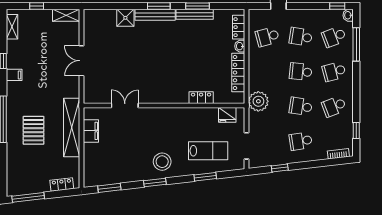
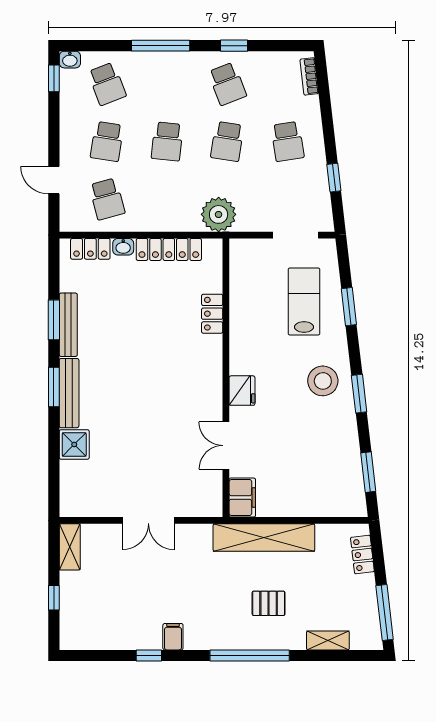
shelving: (12, 27) -> (328, 640), moved
window: (356, 44) -> (161, 46), moved
school desk: (334, 72) -> (167, 84), removed
fridge: (227, 115) -> (242, 391), moved
pallet: (33, 130) -> (269, 603), width x0.67, depth x0.71
filing cabinet: (91, 131) -> (242, 498), moved, turned 90
window: (356, 131) -> (234, 46), moved

